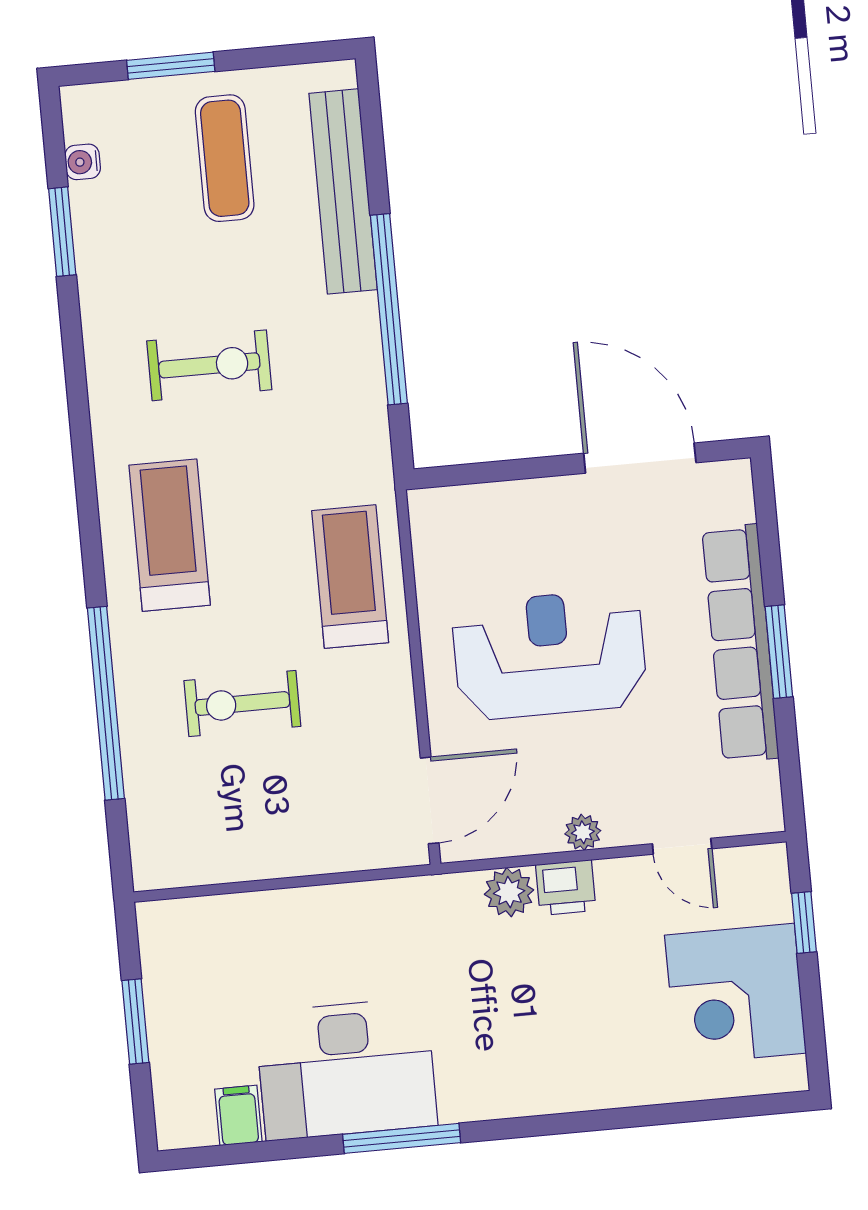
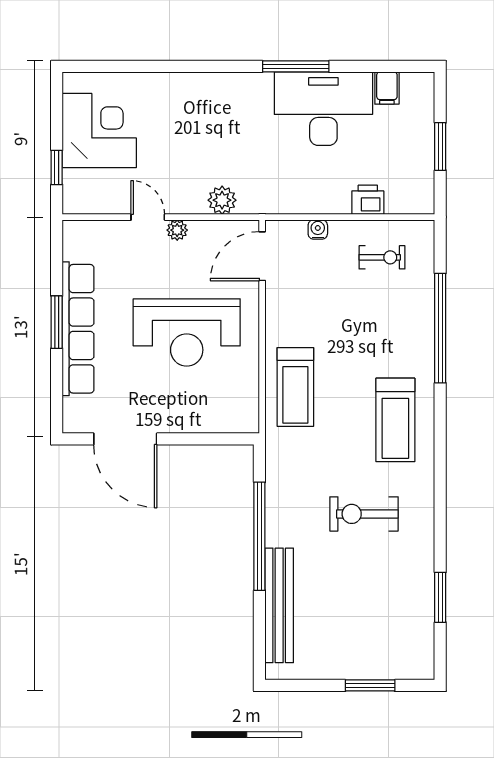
exercise mat: (225, 158) -> (344, 630), removed
water cooler: (83, 162) -> (318, 230), moved, turned -90
exercise bike: (242, 703) -> (382, 257), moved, width x0.73, depth x0.72
door: (682, 846) -> (148, 217), moved
printer: (566, 888) -> (368, 200), moved

